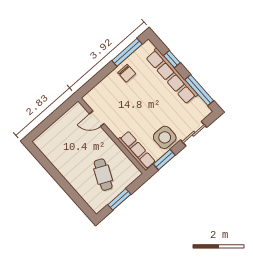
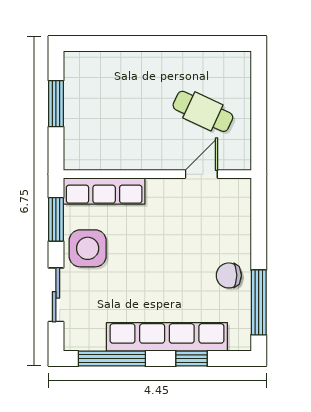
cafe table: (103, 175) -> (203, 111), moved

